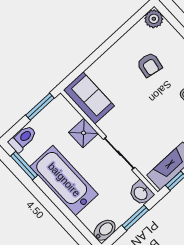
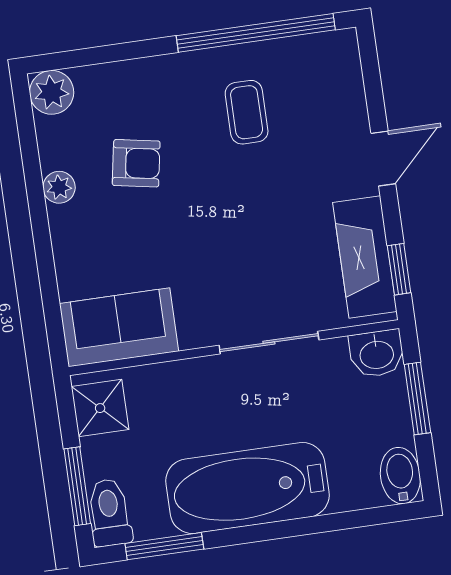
plant: (123, 44) -> (59, 187), added
window: (40, 107) -> (77, 486), moved
shower: (83, 133) -> (100, 408), moved

